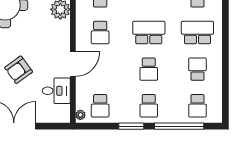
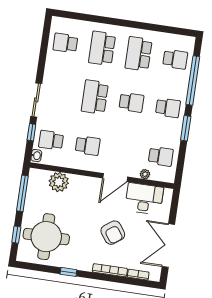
door: (73, 64) -> (115, 178), swing flipped
school desk: (197, 69) -> (139, 54), width x1.85
desk: (56, 91) -> (144, 199), width x1.37
plant: (80, 115) -> (145, 174), moved

